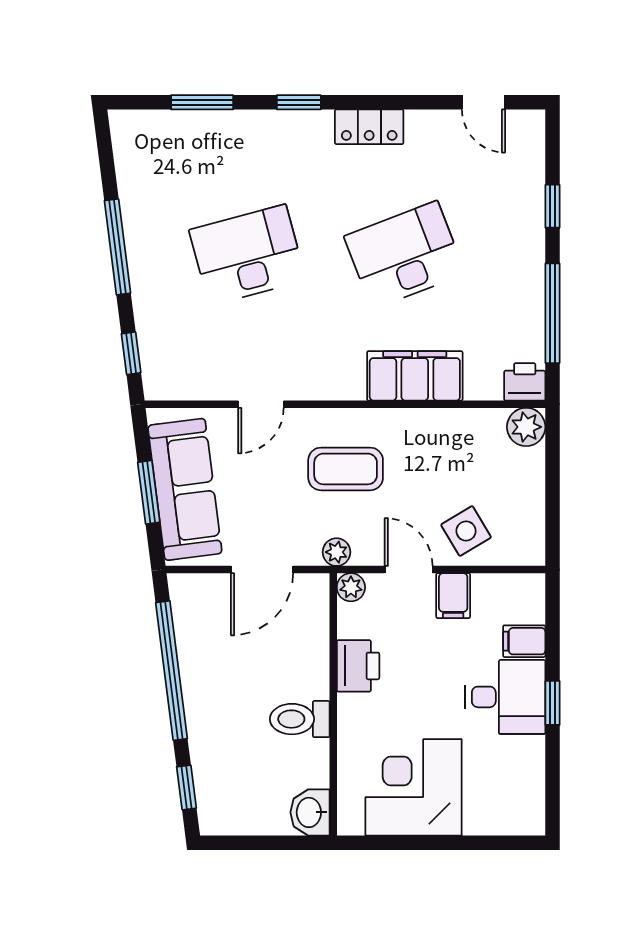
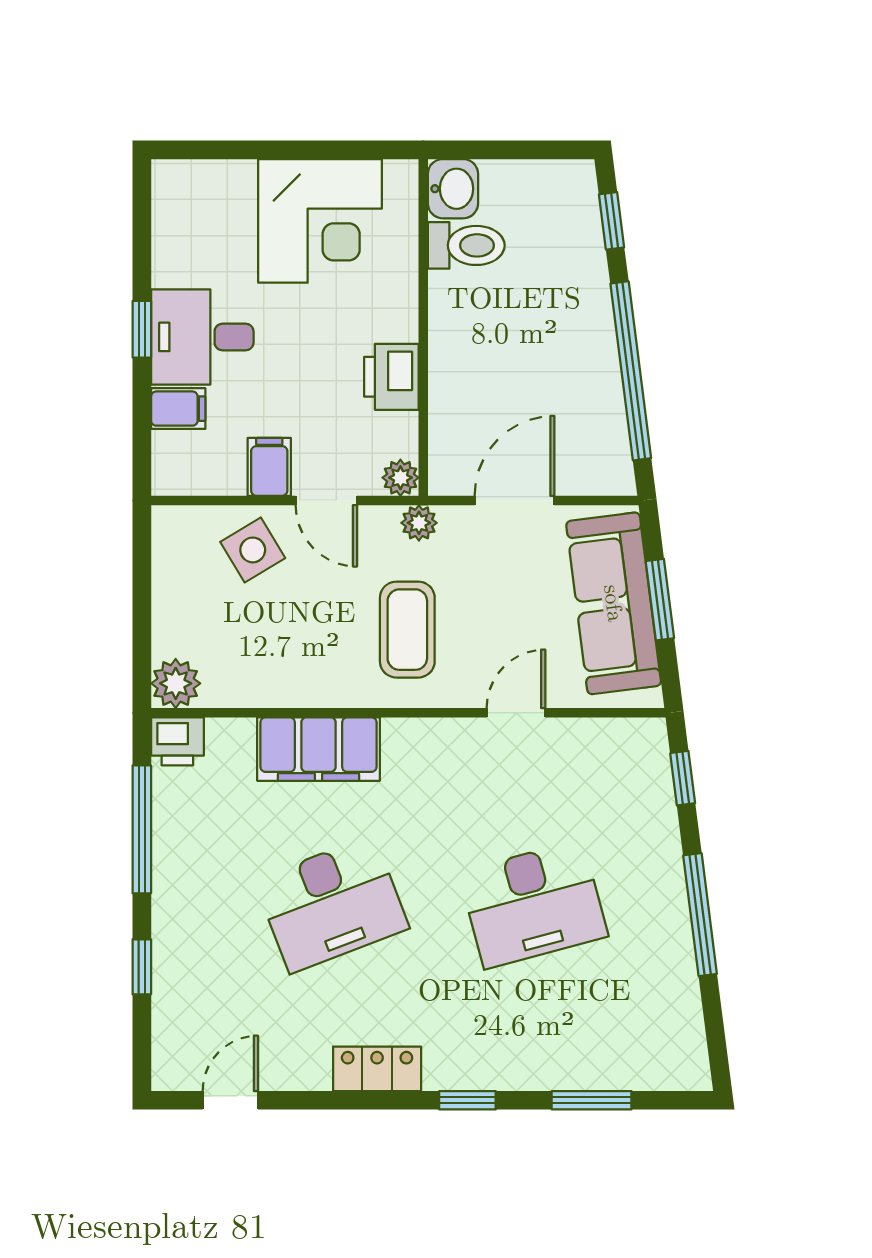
door: (483, 102) -> (230, 1100), hinge flipped
coffee table: (346, 469) -> (407, 630), turned 90
toilet: (300, 719) -> (466, 245), moved

